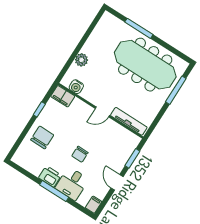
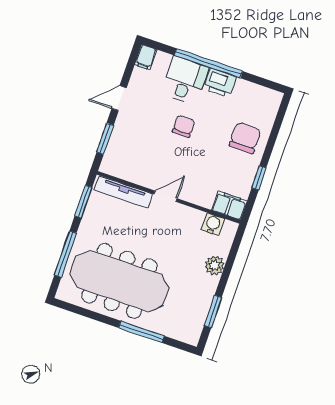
window: (90, 30) -> (213, 311), added
window: (156, 121) -> (83, 202), added
chair: (42, 137) -> (245, 138), turned 180
door: (117, 182) -> (119, 98), swing flipped
window: (54, 191) -> (208, 63), width x1.46

